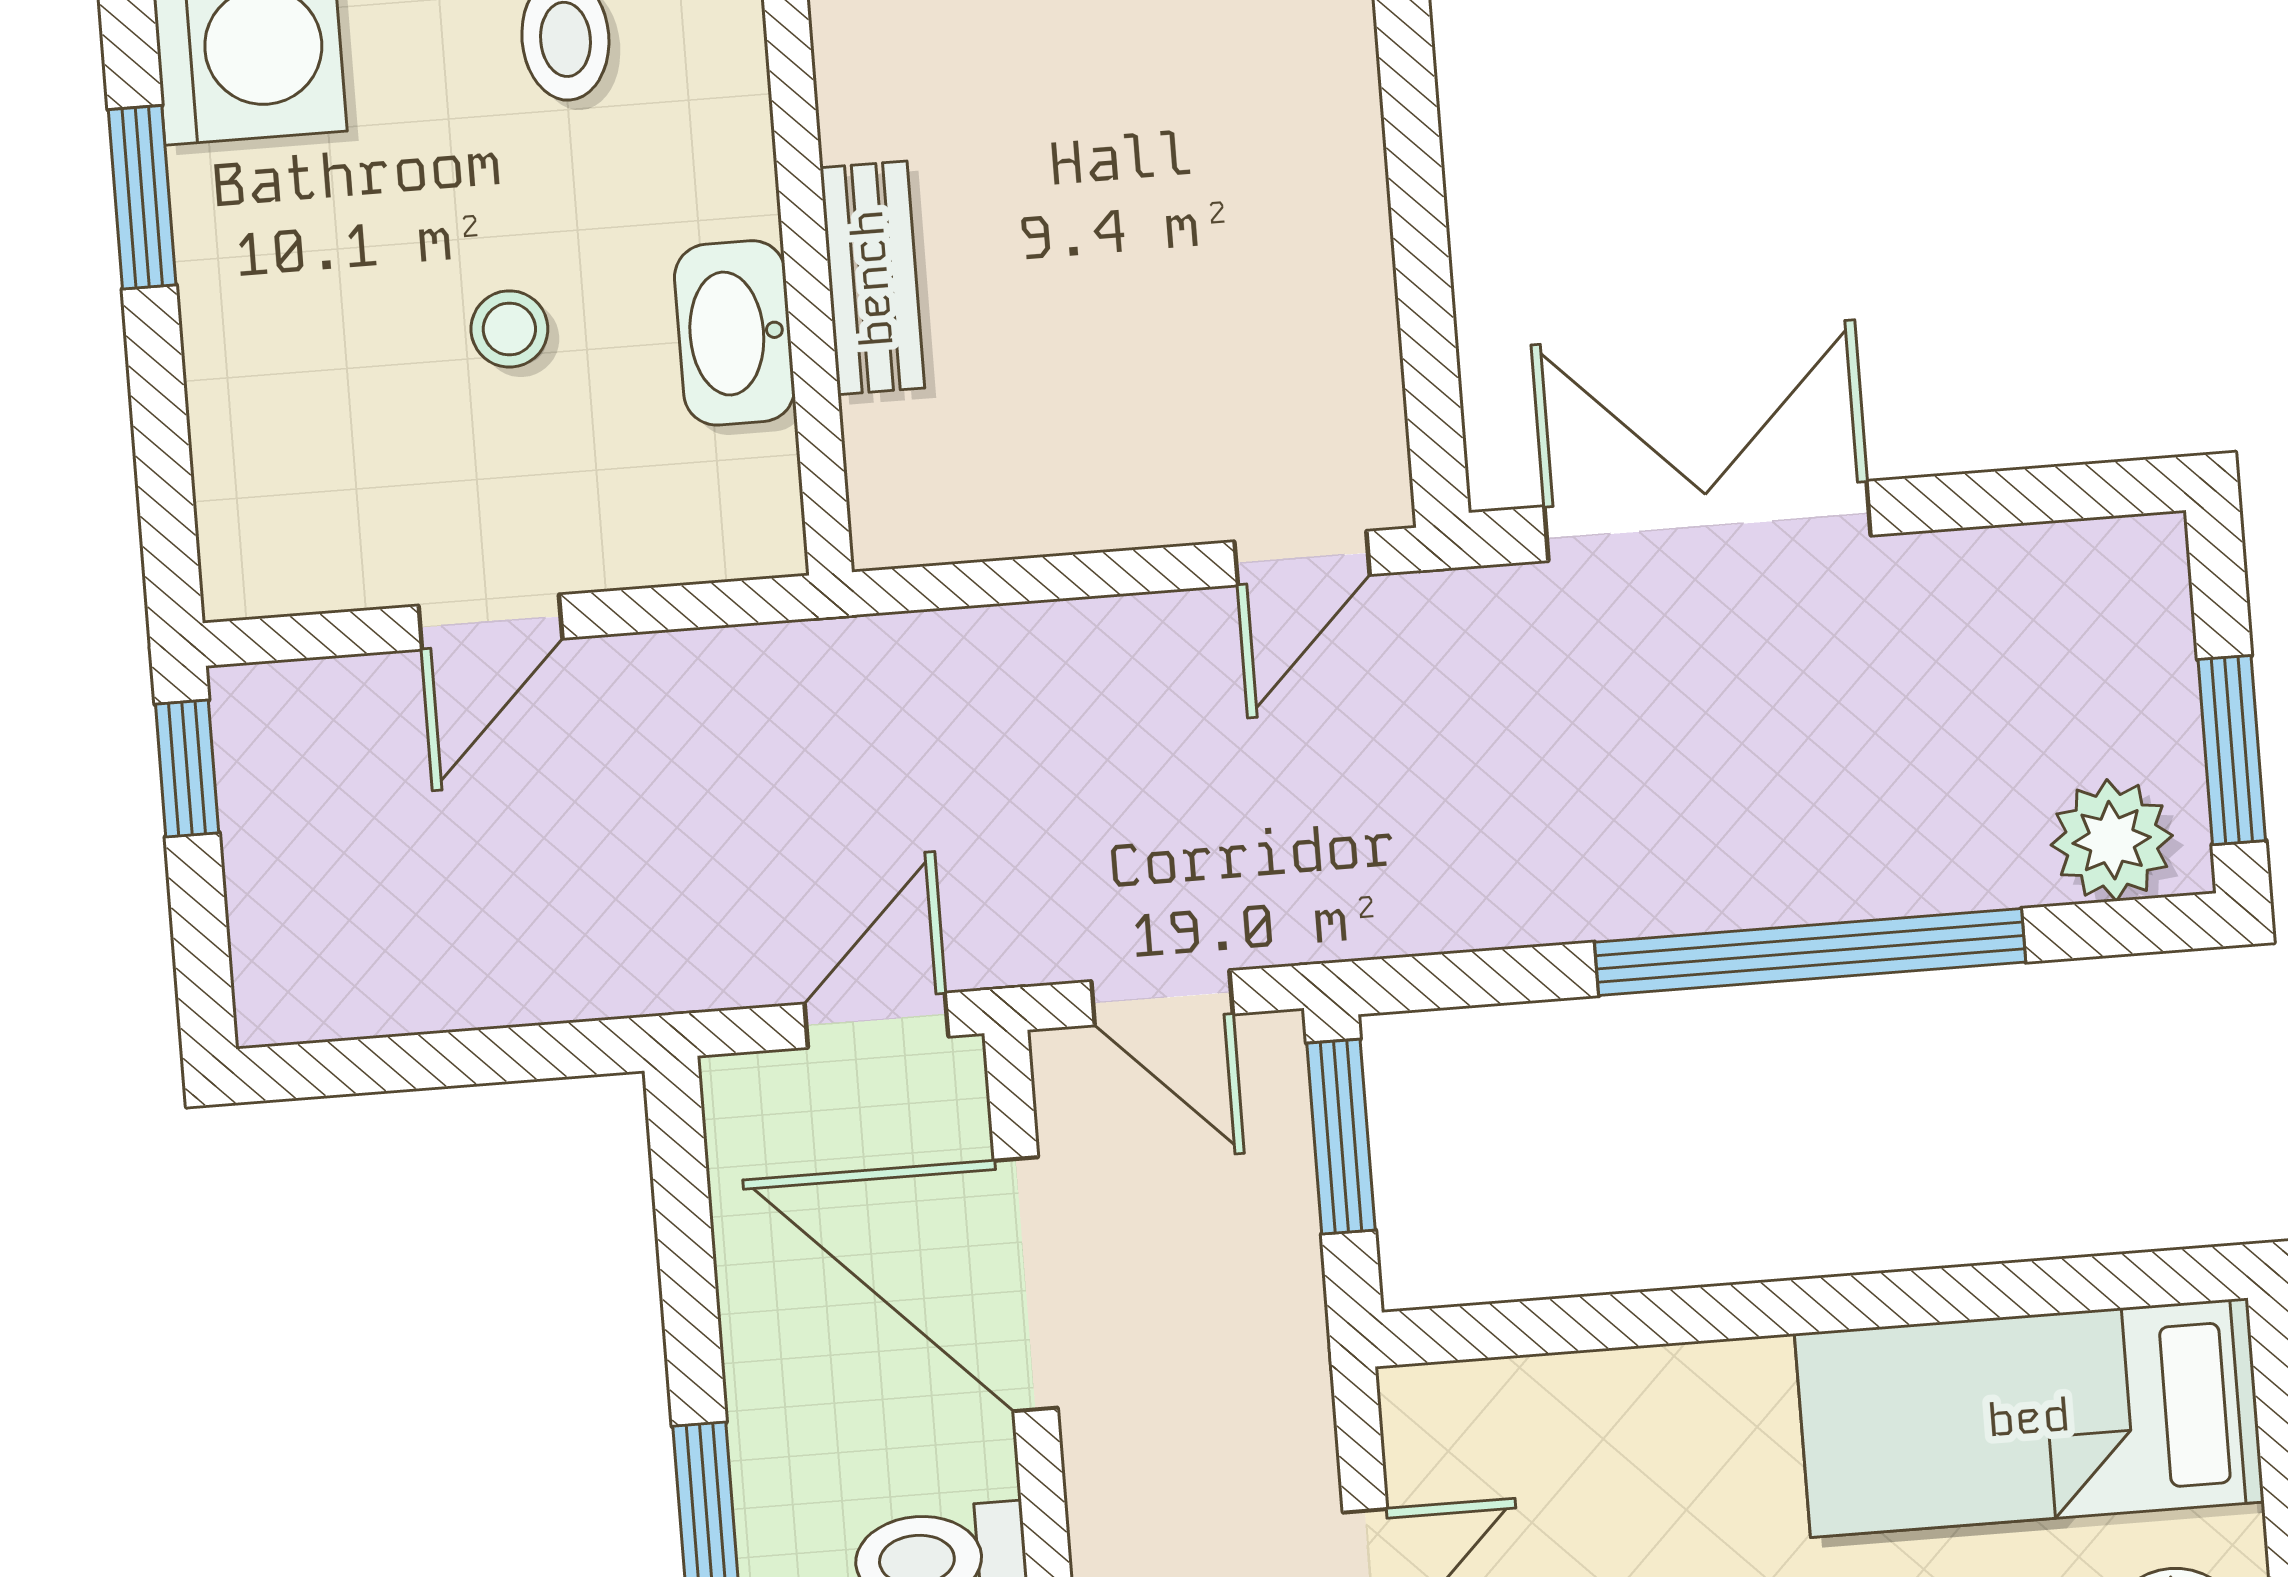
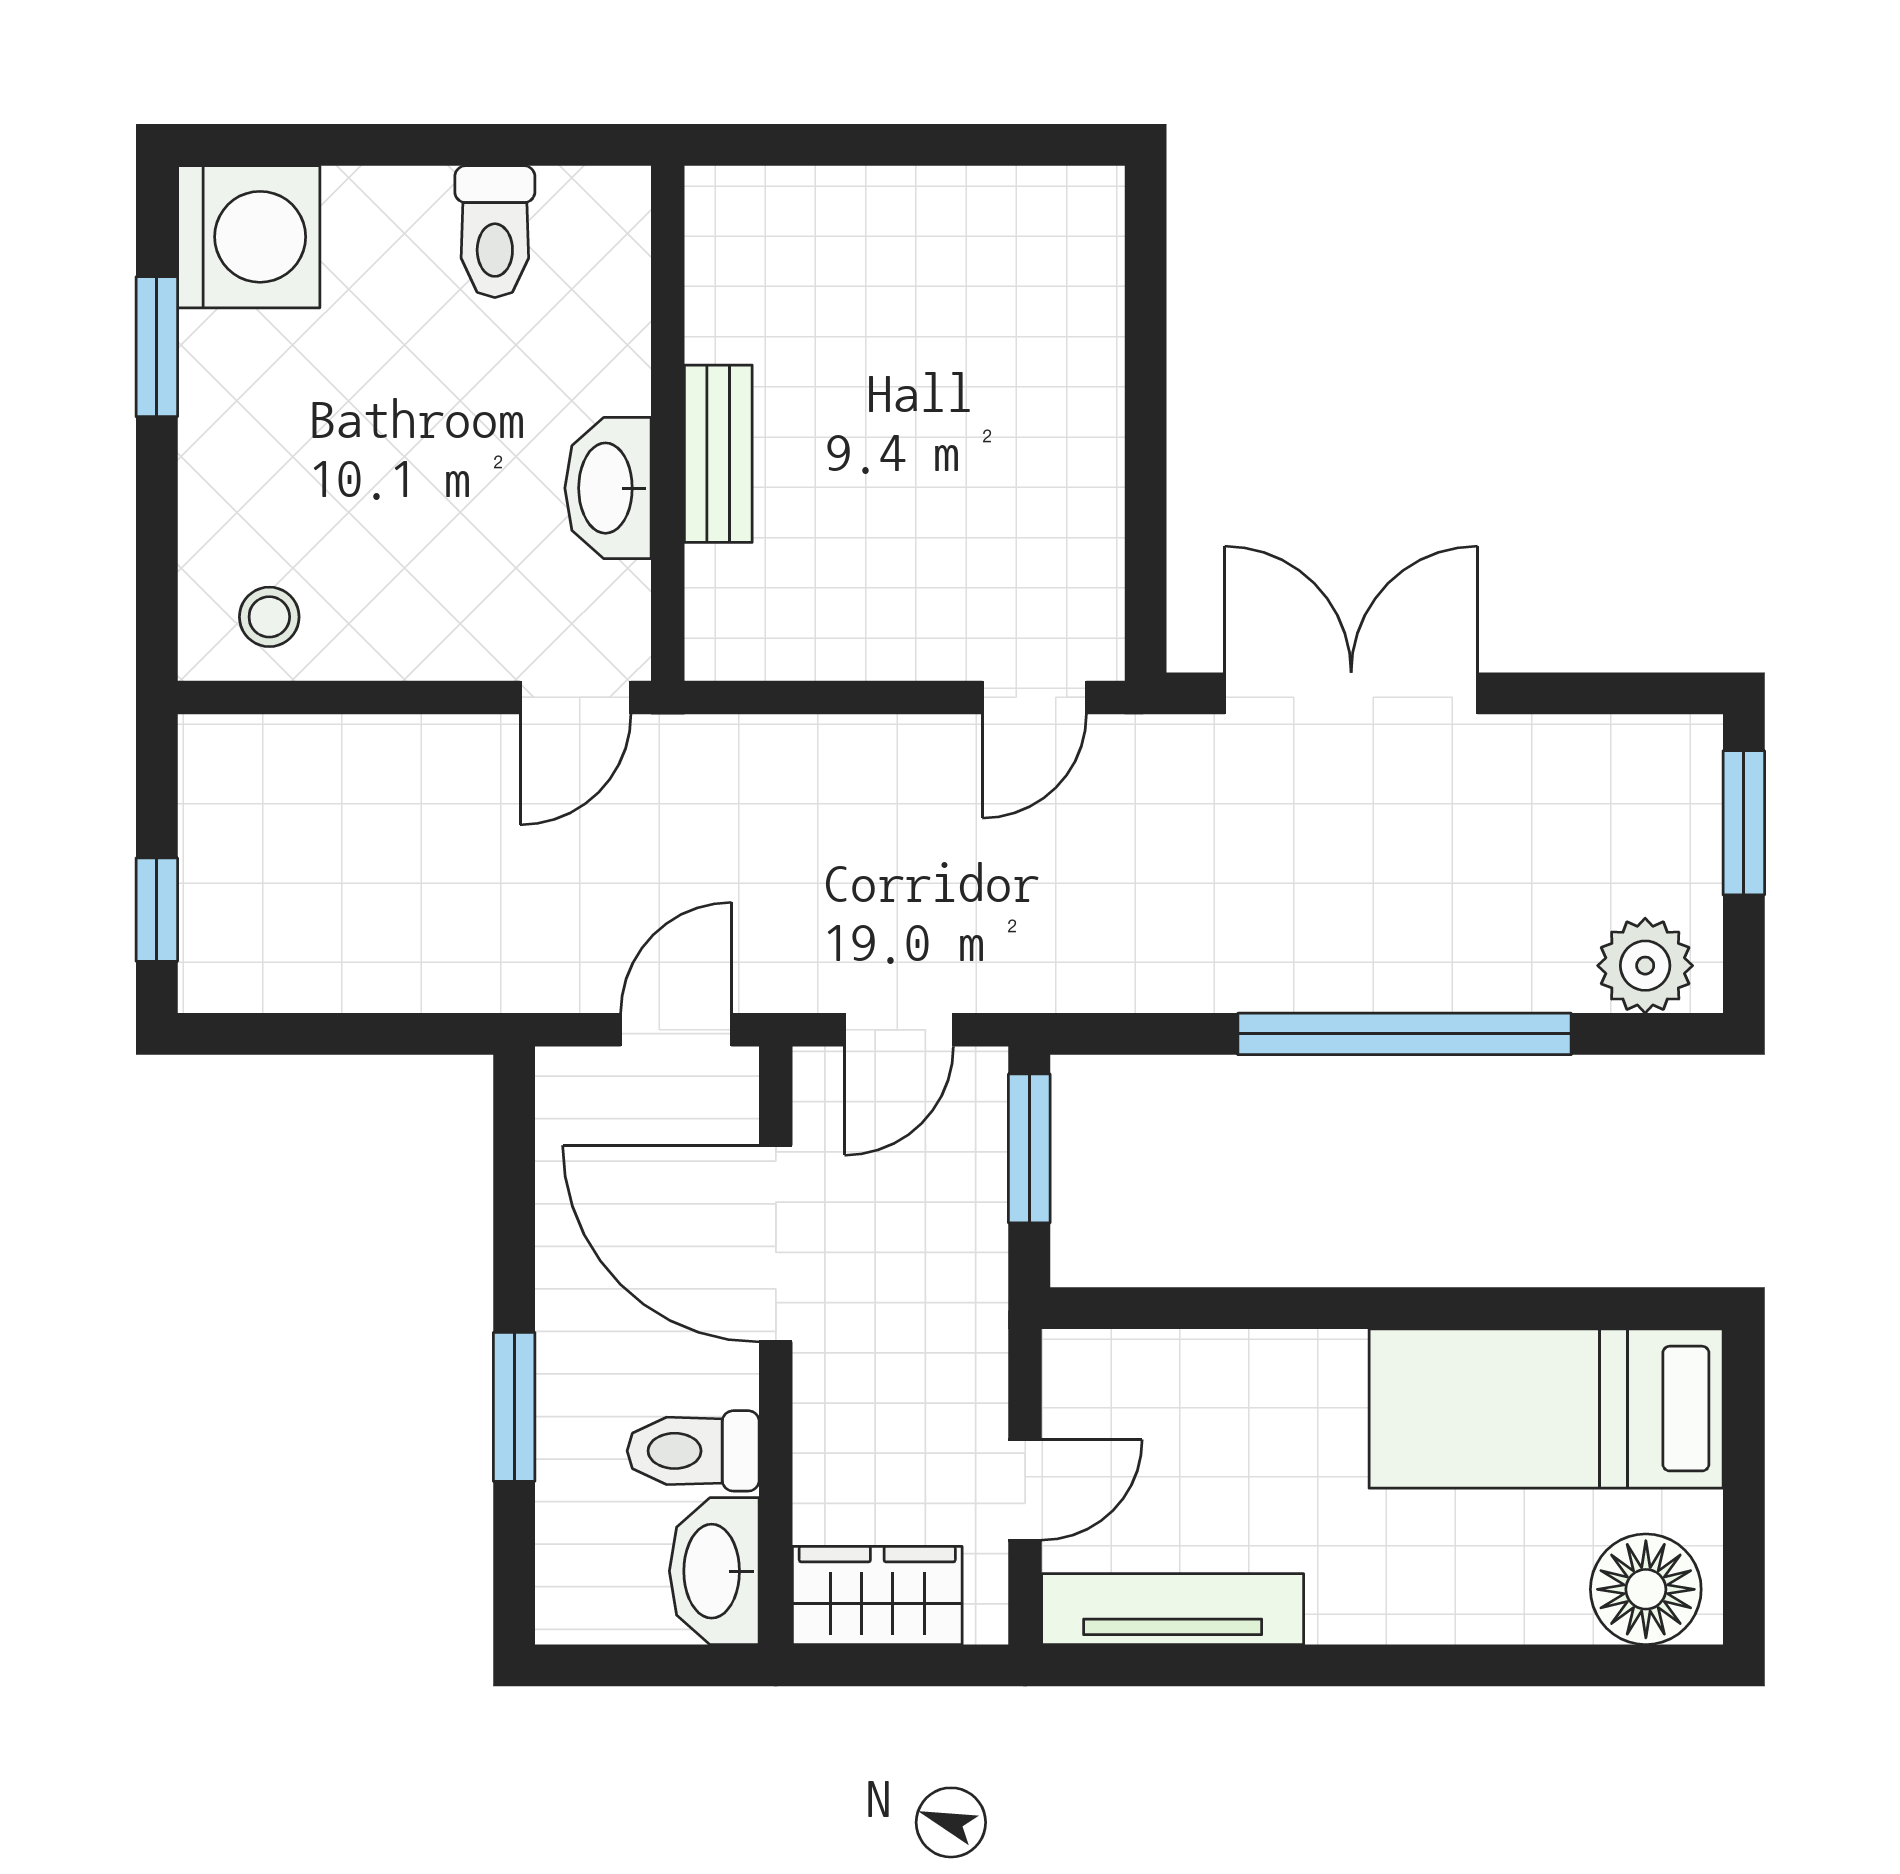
stool: (509, 329) -> (269, 617), moved
door: (490, 622) -> (576, 697), moved
window: (2232, 750) -> (1744, 823), moved
window: (187, 769) -> (157, 910), moved
door: (1162, 998) -> (899, 1030), hinge flipped

